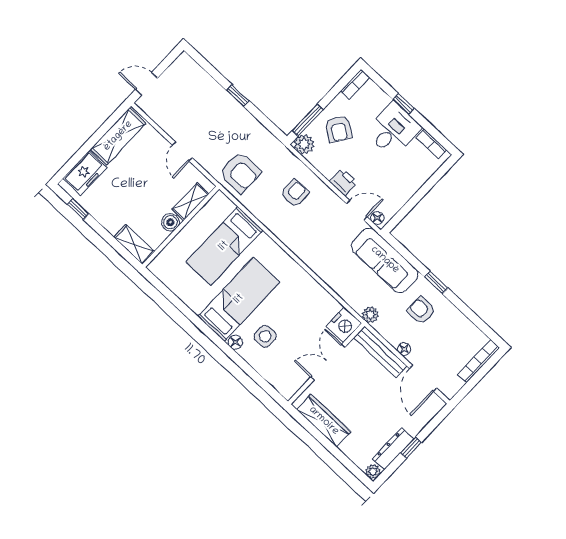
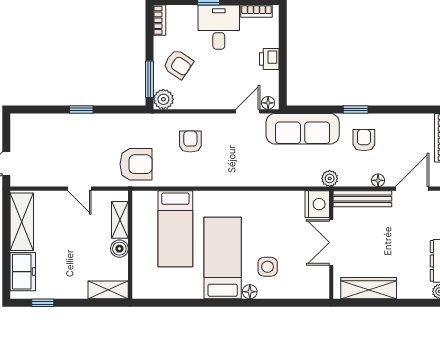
printer: (344, 182) -> (269, 59), moved, turned -90
armchair: (421, 310) -> (364, 140), turned 90
door: (423, 378) -> (412, 189), swing flipped

